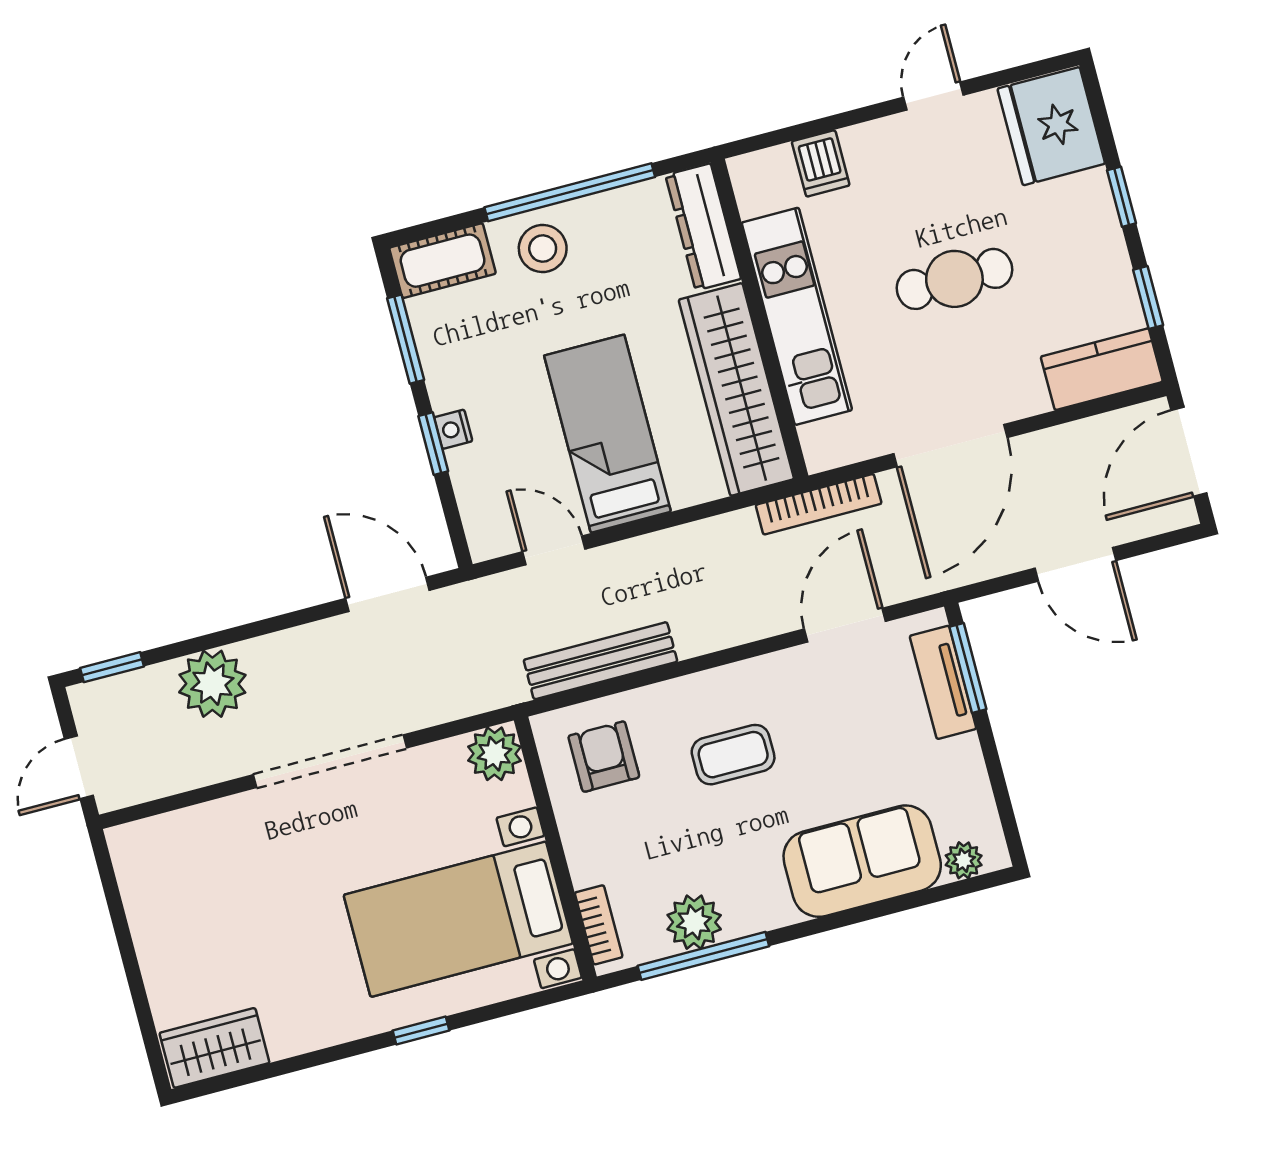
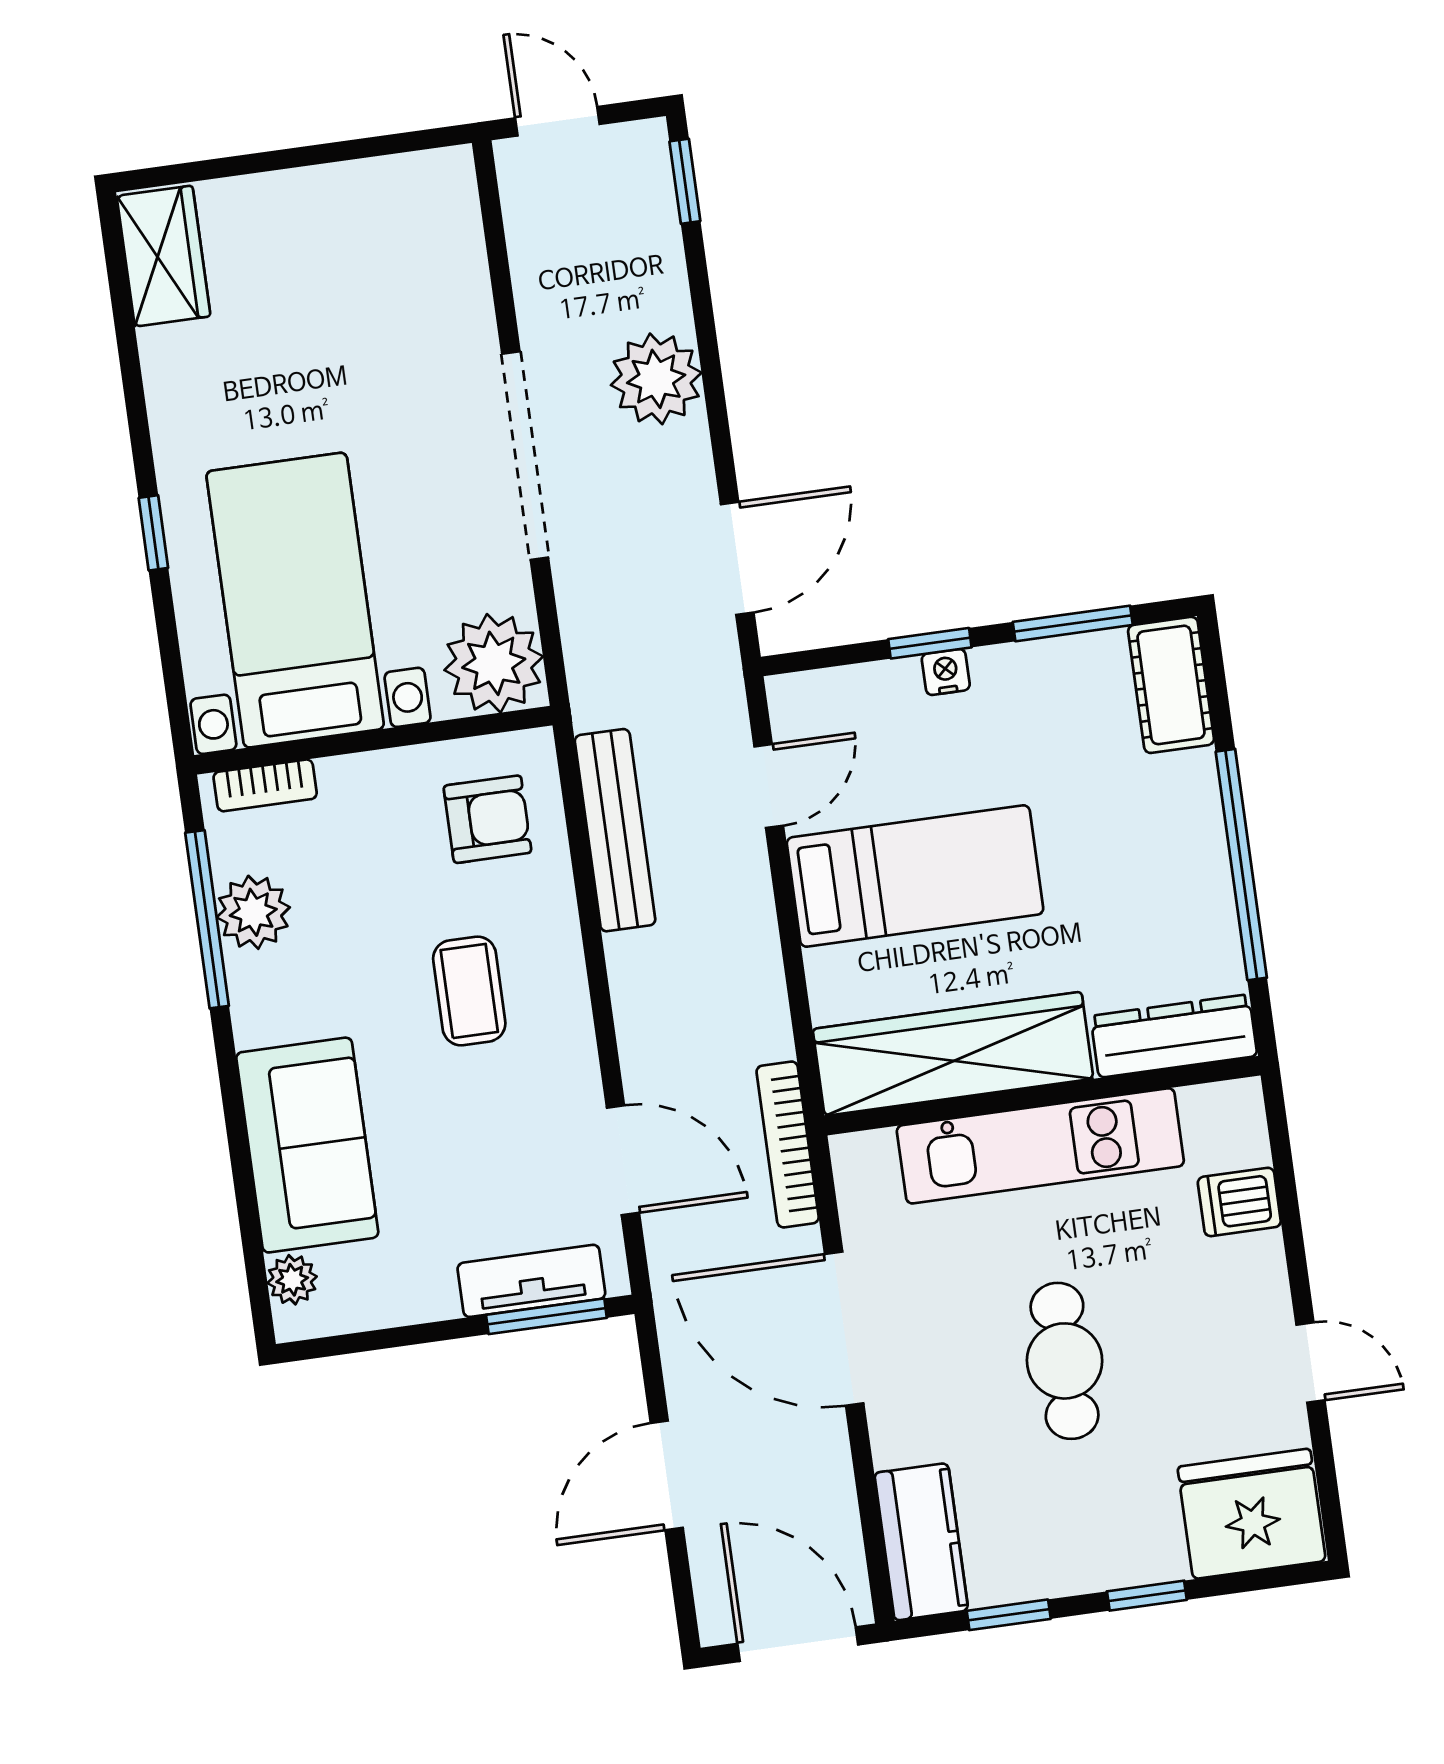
stool: (543, 249) -> (1171, 820), removed
plant: (212, 684) -> (656, 379), moved
plant: (494, 754) -> (494, 663), width x1.36, depth x1.36

